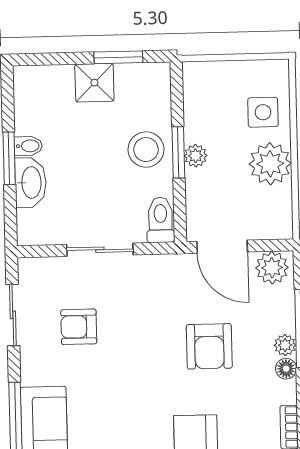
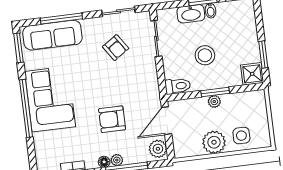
shower: (94, 83) -> (252, 74), moved
stool: (146, 150) -> (205, 55), moved
sliding door: (100, 250) -> (156, 38), moved
armchair: (79, 327) -> (116, 48), turned 146

